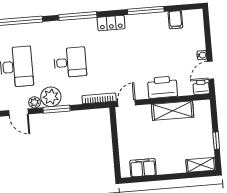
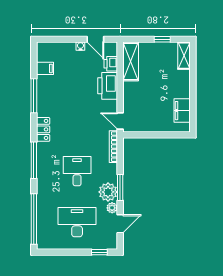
printer: (201, 87) -> (111, 64), moved
shelving: (173, 111) -> (131, 61), moved

